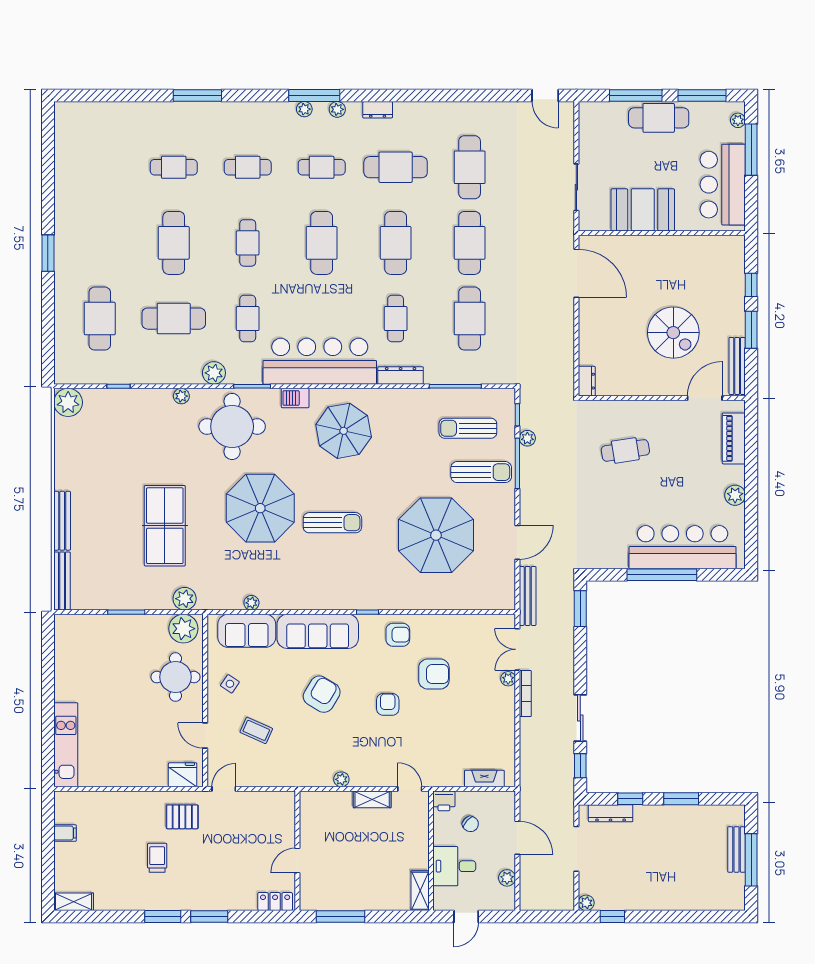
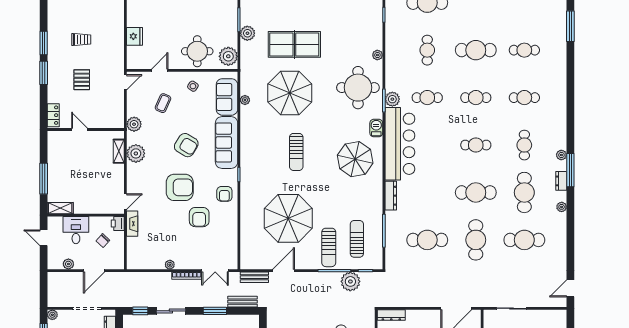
window: (197, 96) -> (570, 26), moved
window: (314, 96) -> (570, 170), moved
plant: (304, 109) -> (562, 207), moved
cafe table: (174, 167) -> (524, 50), turned 90
cafe table: (248, 167) -> (524, 98), turned 90
cafe table: (322, 243) -> (476, 145), width x0.73, depth x0.74
cafe table: (470, 243) -> (476, 240), turned 90
cafe table: (174, 319) -> (427, 50), width x0.73, depth x0.74
cafe table: (396, 319) -> (427, 192), removed
plant: (214, 373) -> (392, 99), moved
dresser: (587, 381) -> (391, 315), width x1.44
plant: (527, 438) -> (350, 281), width x1.87, depth x1.87
parasol: (260, 508) -> (290, 93), moved
door: (517, 542) -> (284, 271), swing flipped
bench: (528, 596) -> (254, 277), width x0.73
plant: (185, 599) -> (247, 33), moved
bench: (566, 606) -> (243, 302), added
window: (580, 609) -> (215, 311), moved
double door: (517, 649) -> (215, 271), swing flipped
plant: (508, 679) -> (170, 265), moved
armchair: (388, 704) -> (180, 187), width x1.88, depth x1.88
fridge: (183, 775) -> (135, 36), moved
plant: (289, 776) -> (134, 124), added
fireplace: (484, 778) -> (132, 224), moved
plant: (341, 779) -> (136, 153), width x1.88, depth x1.88
door: (224, 789) -> (125, 82), hinge flipped
shelving: (372, 799) -> (119, 151), moved
pallet: (182, 817) -> (82, 80), moved
window: (341, 917) -> (44, 179), moved

